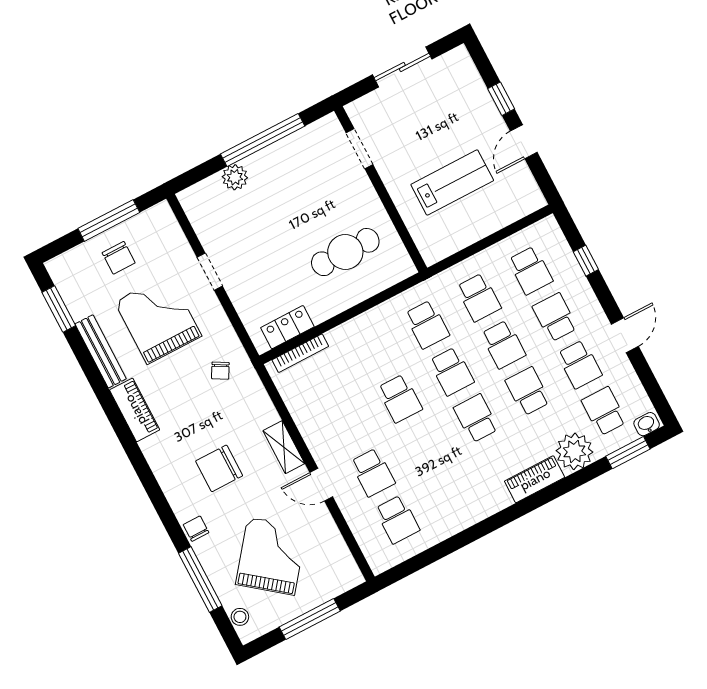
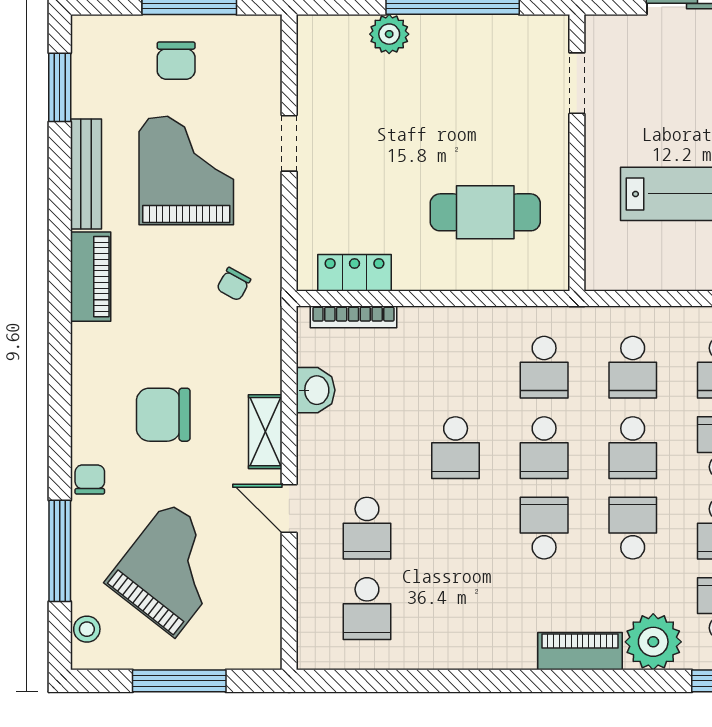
washbasin: (301, 408) -> (316, 390), added

